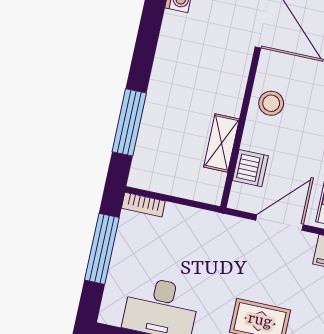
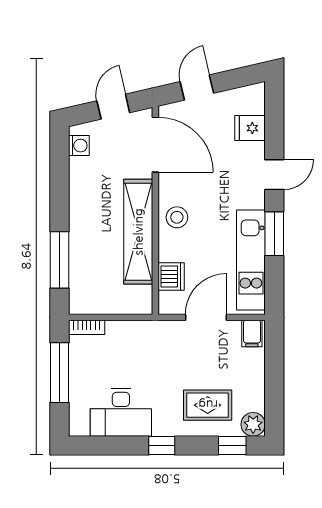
shelving: (221, 143) -> (138, 232), width x2.20, depth x1.33

